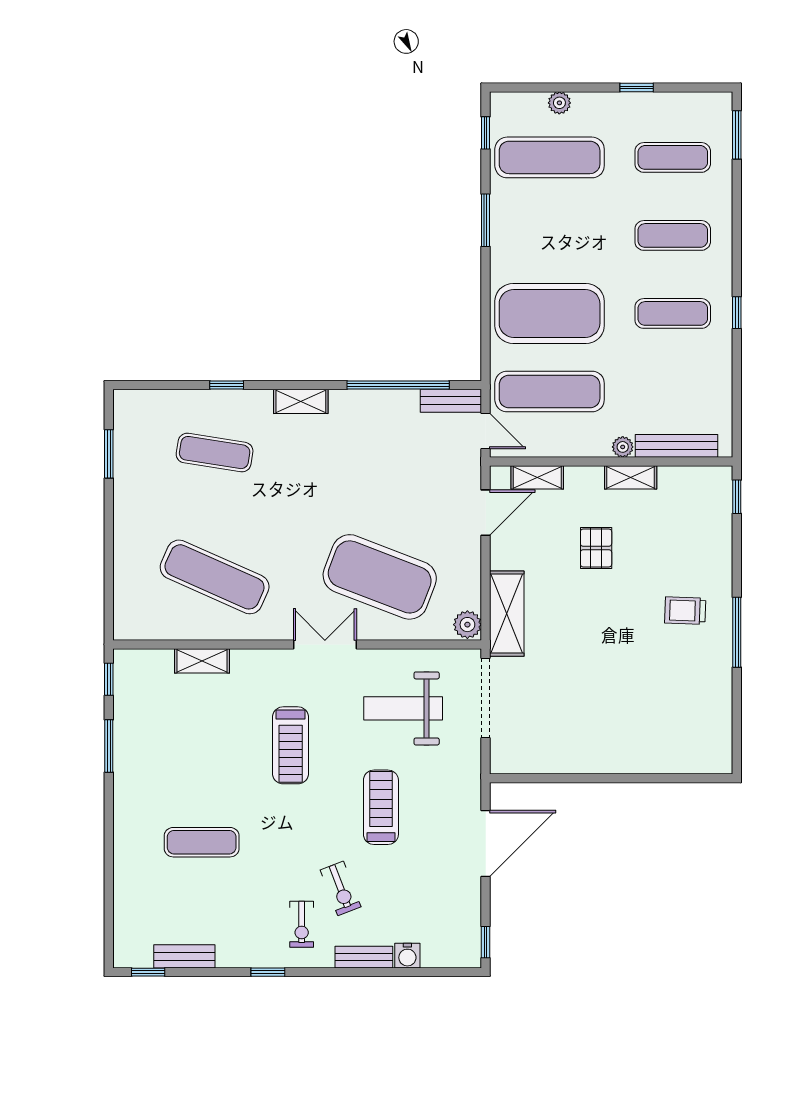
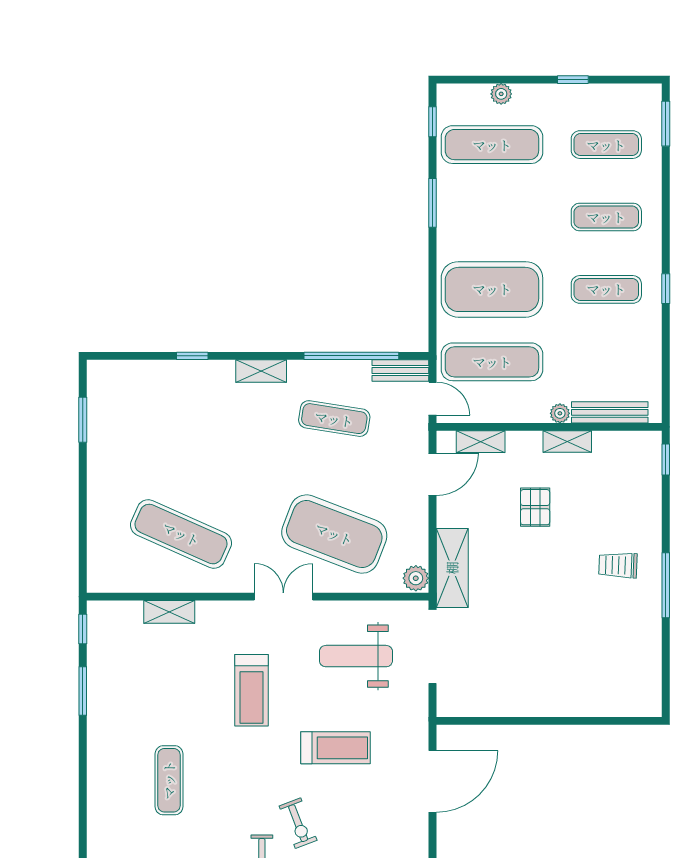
exercise mat: (215, 453) -> (334, 419), moved
treadmill: (381, 807) -> (335, 748), turned 90
exercise mat: (202, 842) -> (169, 780), turned 90

